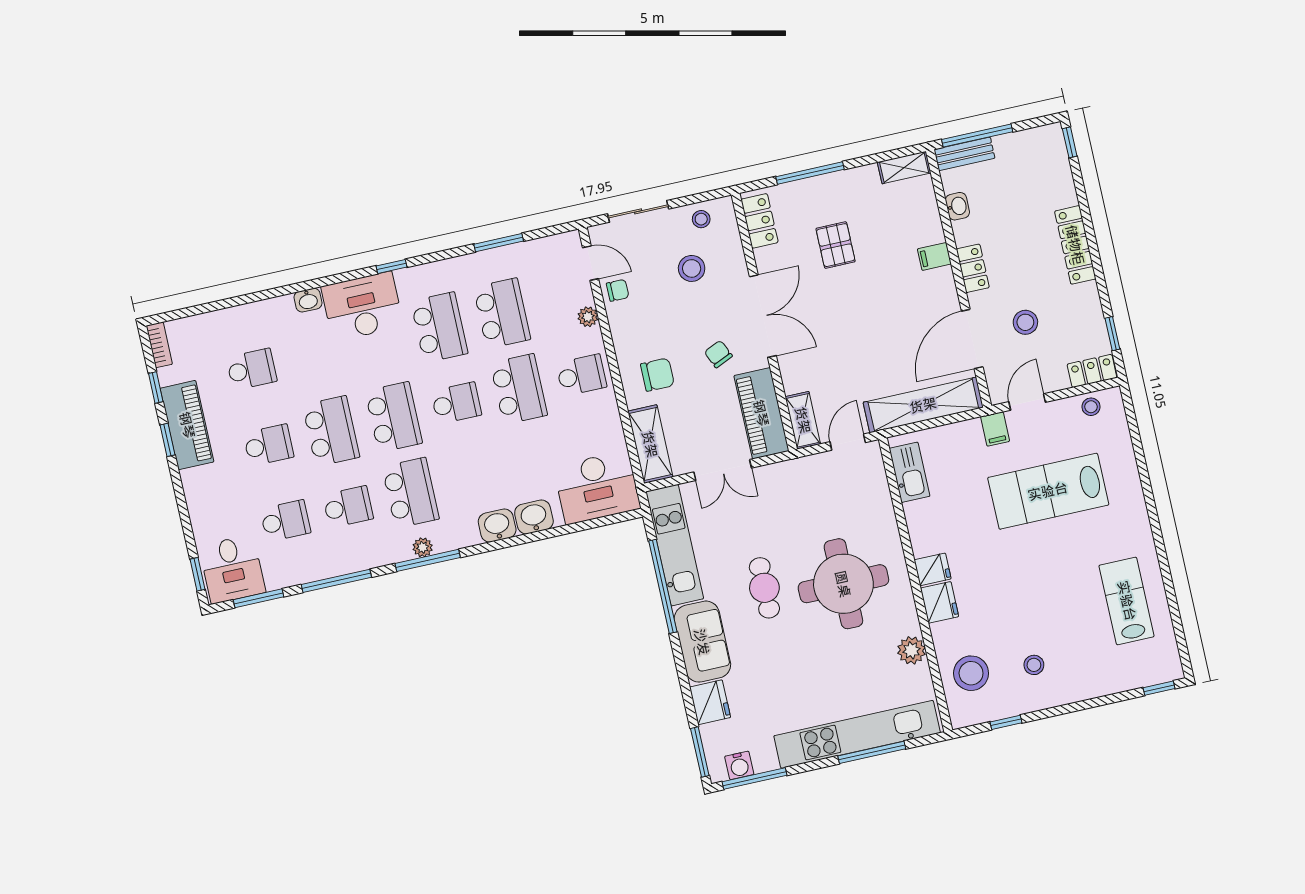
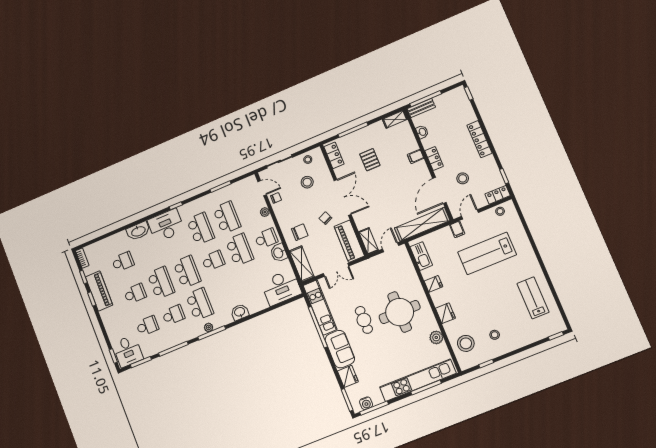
washbasin: (308, 300) -> (138, 231), width x1.91, depth x1.45
washbasin: (534, 517) -> (279, 253), moved, turned -90
fridge: (933, 569) -> (433, 284), moved

